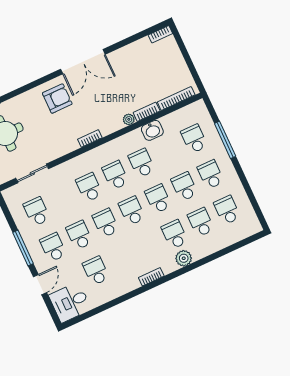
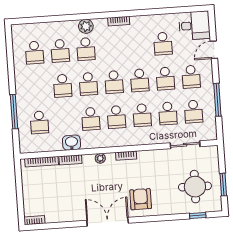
armchair: (57, 99) -> (141, 199), turned 90
plant: (129, 119) -> (100, 158), moved
school desk: (211, 174) -> (168, 113), moved
window: (23, 248) -> (217, 100), moved

